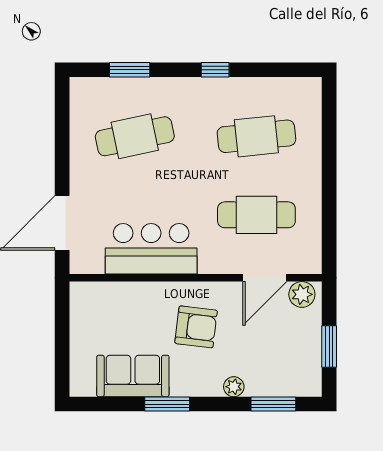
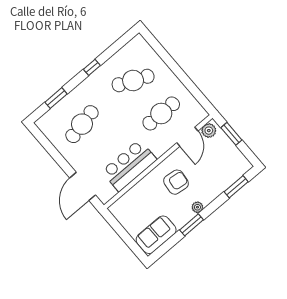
cafe table: (256, 136) -> (133, 81), turned 30
window: (329, 346) -> (231, 134), moved
sofa: (133, 376) -> (156, 235), moved
plant: (234, 387) -> (197, 207), moved

